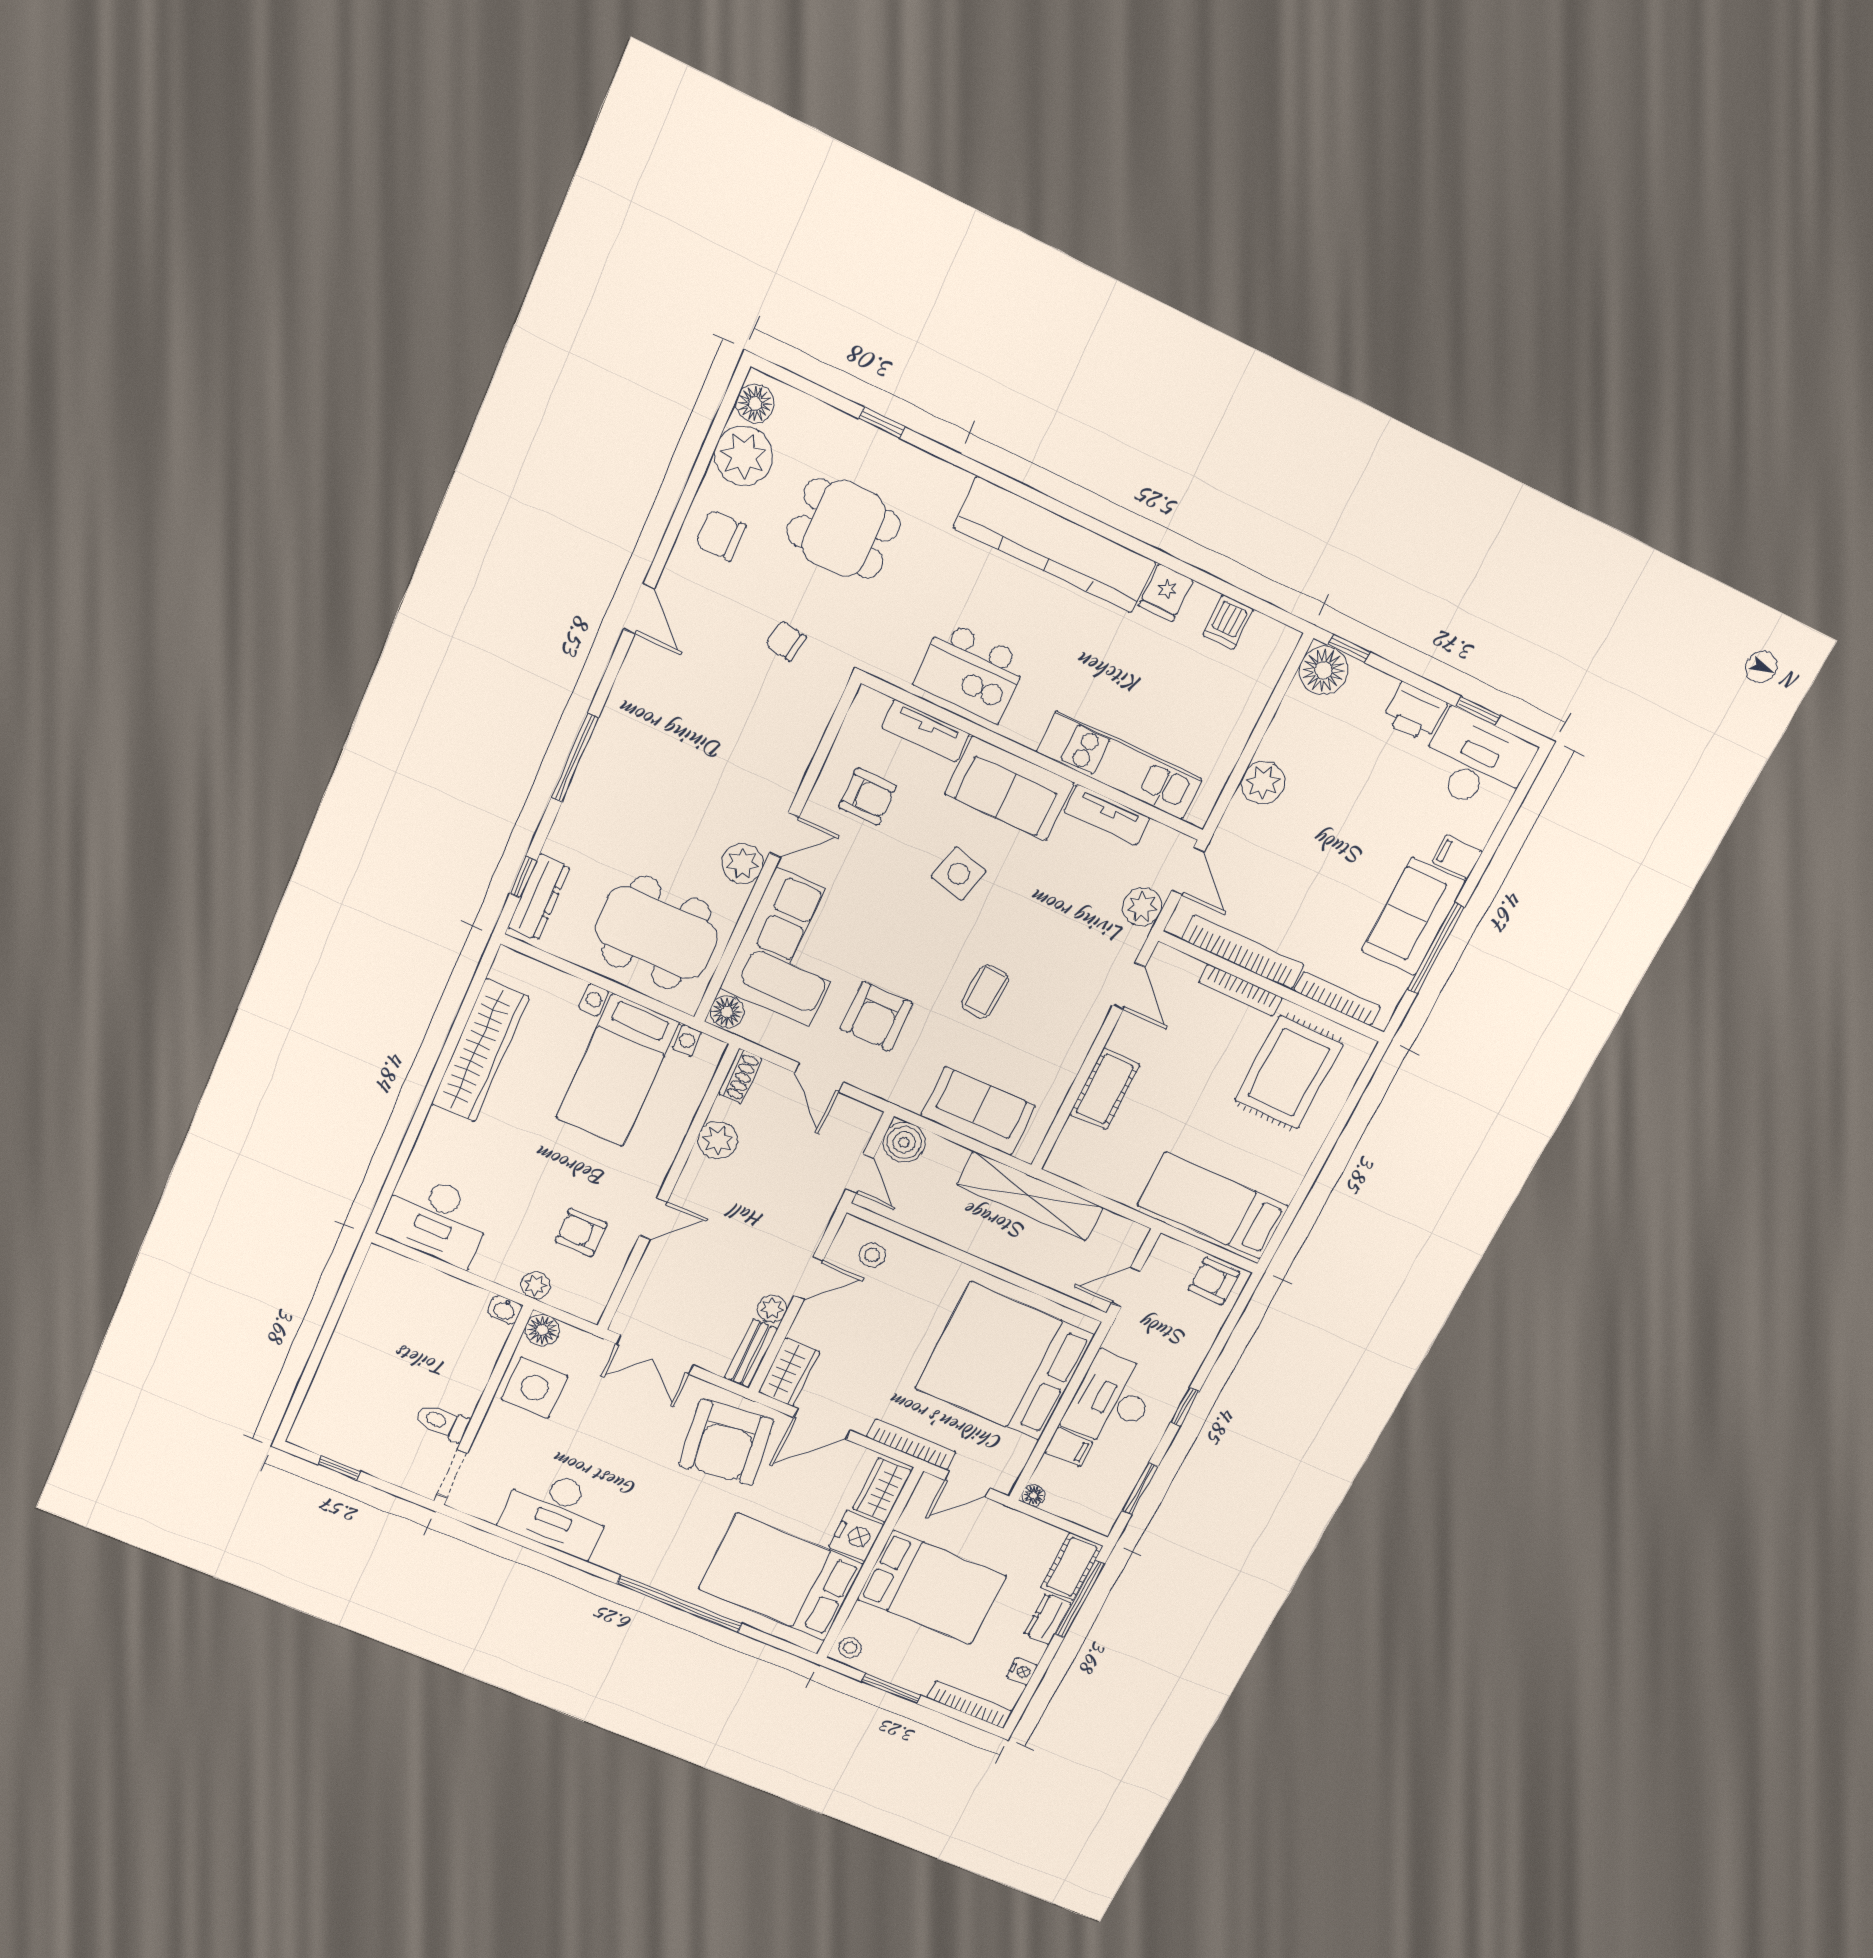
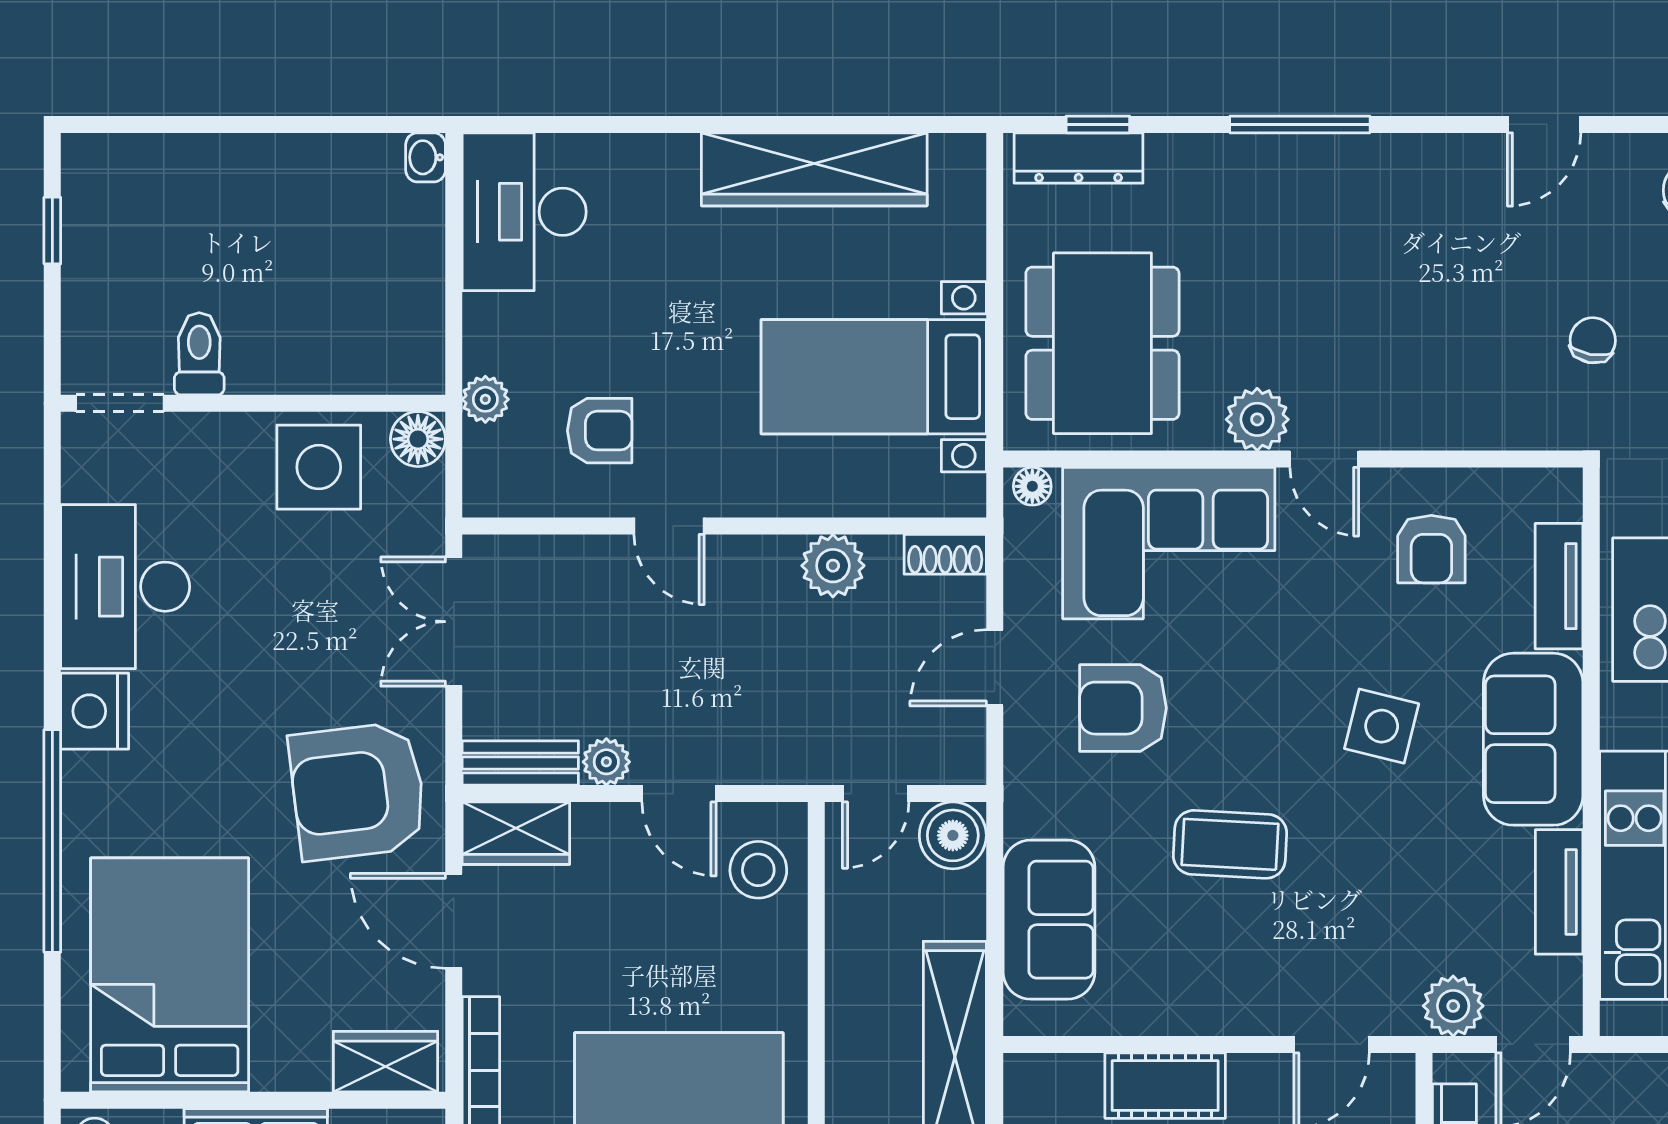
coffee table: (985, 991) -> (1230, 844), width x1.36, depth x1.30
floor lamp: (727, 1012) -> (1032, 486), width x0.73, depth x0.73
armchair: (581, 1232) -> (600, 431), turned 90
stool: (872, 1255) -> (758, 870), width x1.37, depth x1.37
washbasin: (505, 1310) -> (426, 157), moved
nightstand: (856, 1536) -> (95, 711), moved, turned 90

